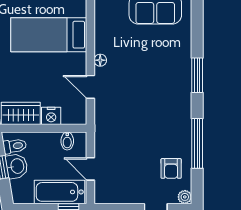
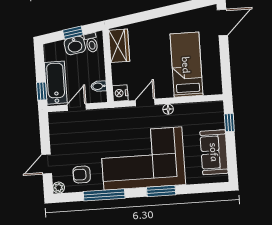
corner sofa: (157, 94) -> (143, 159), added
nightstand: (51, 116) -> (120, 93), moved

